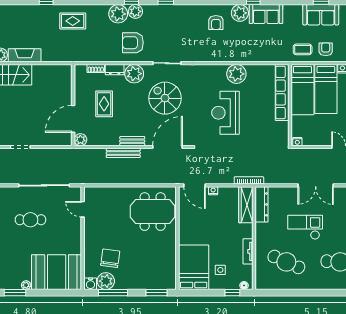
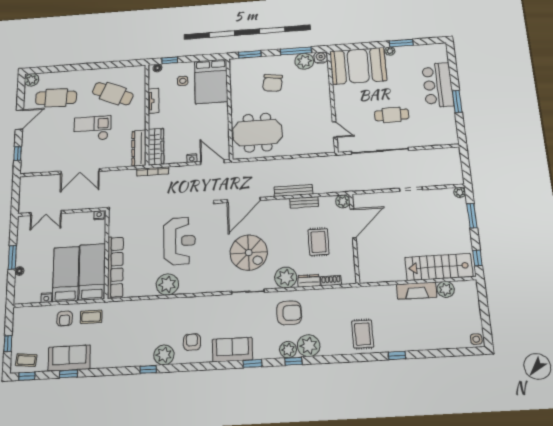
sofa: (266, 14) -> (232, 350), moved
rug: (73, 21) -> (363, 334), turned 90
bench: (132, 141) -> (304, 202), moved
double door: (316, 185) -> (80, 171), swing flipped
checkout: (305, 227) -> (92, 129), turned 180
chair: (110, 258) -> (273, 83), moved

